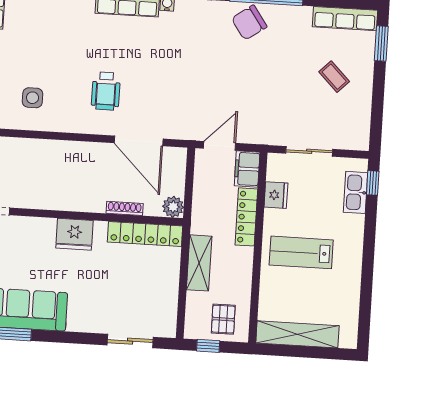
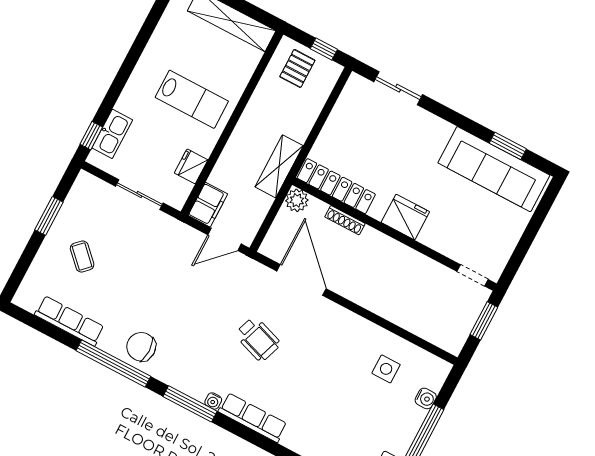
row of seats: (345, 19) -> (69, 321), moved
chair: (249, 23) -> (141, 347), turned -145
window: (381, 43) -> (49, 216), moved
wheelchair: (106, 91) -> (258, 339), moved, turned 109
locker: (246, 217) -> (230, 158), removed
shelving: (199, 263) -> (279, 166), moved

